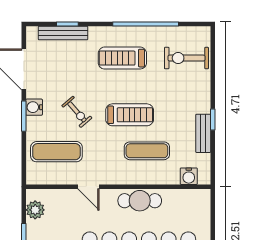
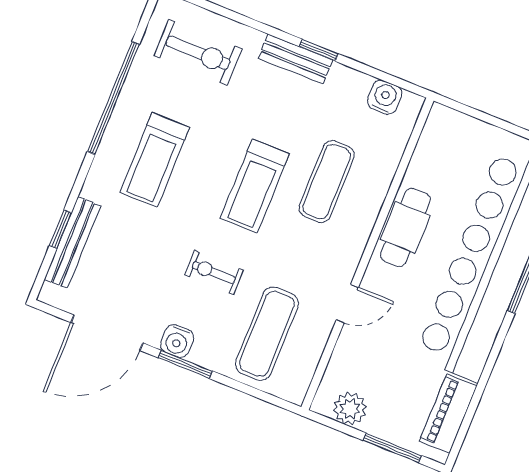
exercise bike: (186, 58) -> (198, 53), turned -90
exercise bike: (77, 112) -> (214, 273), turned -139
treadmill: (130, 115) -> (255, 186), turned 180
bench: (203, 133) -> (296, 59), moved
water cooler: (189, 176) -> (385, 97), moved, turned -90

